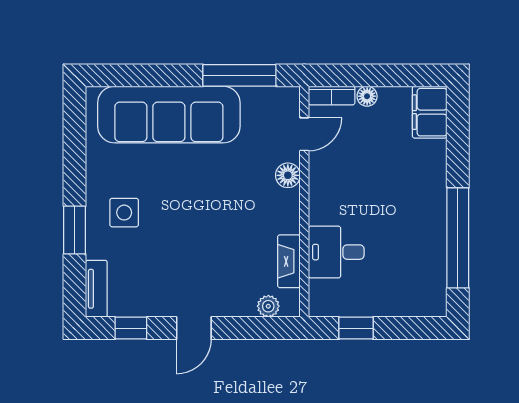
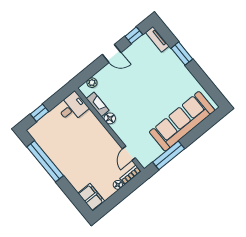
floor lamp: (288, 175) -> (110, 118), moved
side table: (124, 213) -> (170, 74), removed
desk: (336, 252) -> (72, 107), moved
door: (194, 328) -> (112, 53), swing flipped
window: (356, 328) -> (39, 113), moved

